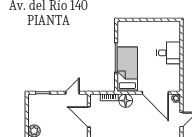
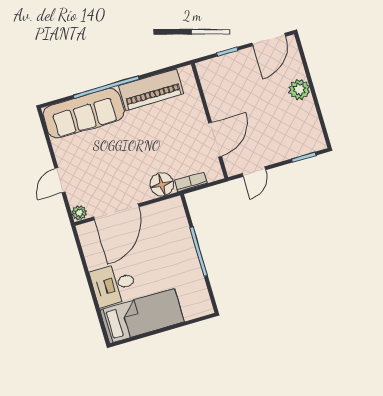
bed: (127, 69) -> (142, 316), moved, turned -90
door: (155, 93) -> (116, 212), swing flipped
door: (89, 117) -> (215, 140), hinge flipped

